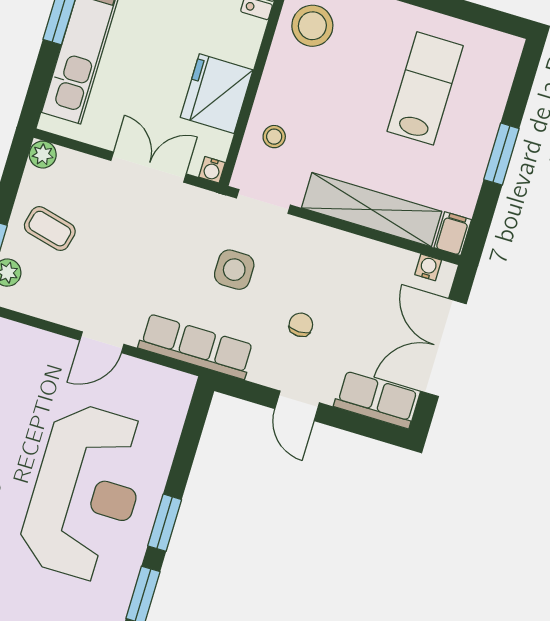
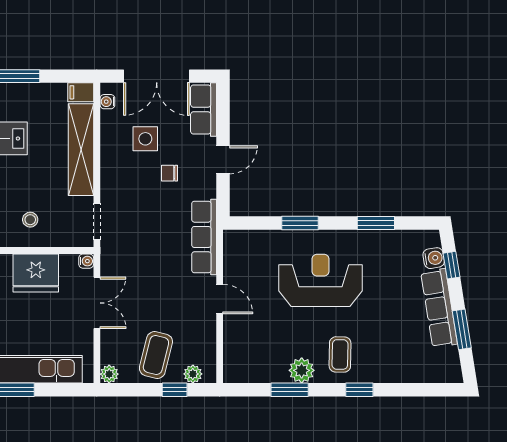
stool: (274, 137) -> (30, 220), moved
double door: (149, 167) -> (97, 303), swing flipped
coffee table: (50, 229) -> (156, 355), width x1.36, depth x1.30
side table: (234, 270) -> (145, 139), moved
reception desk: (86, 492) -> (320, 280), width x0.74, depth x0.77
window: (165, 523) -> (300, 223), moved

